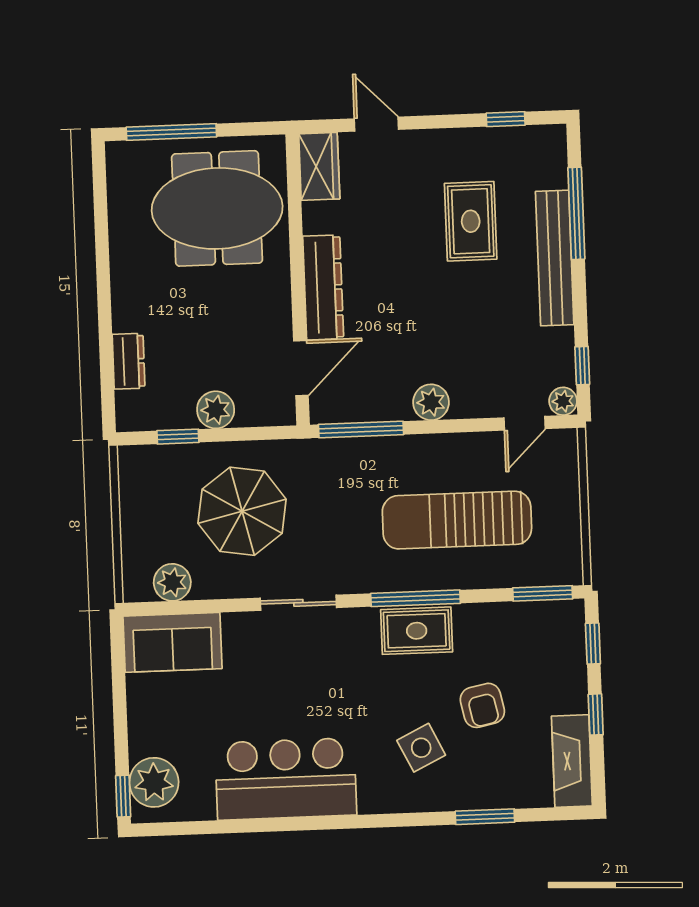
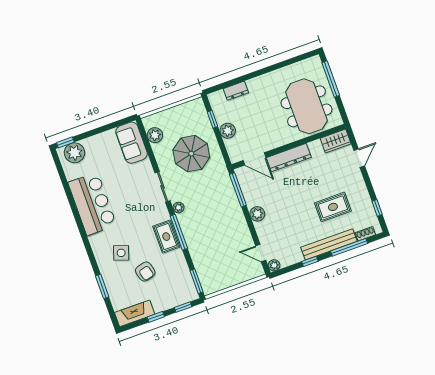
shoe rack: (557, 165) -> (365, 234), added
window: (582, 366) -> (310, 261), moved
sun lounger: (457, 520) -> (214, 239), removed
plant: (358, 581) -> (179, 207), added
armchair: (482, 705) -> (145, 271), turned -92
side table: (421, 748) -> (121, 253), turned 45

